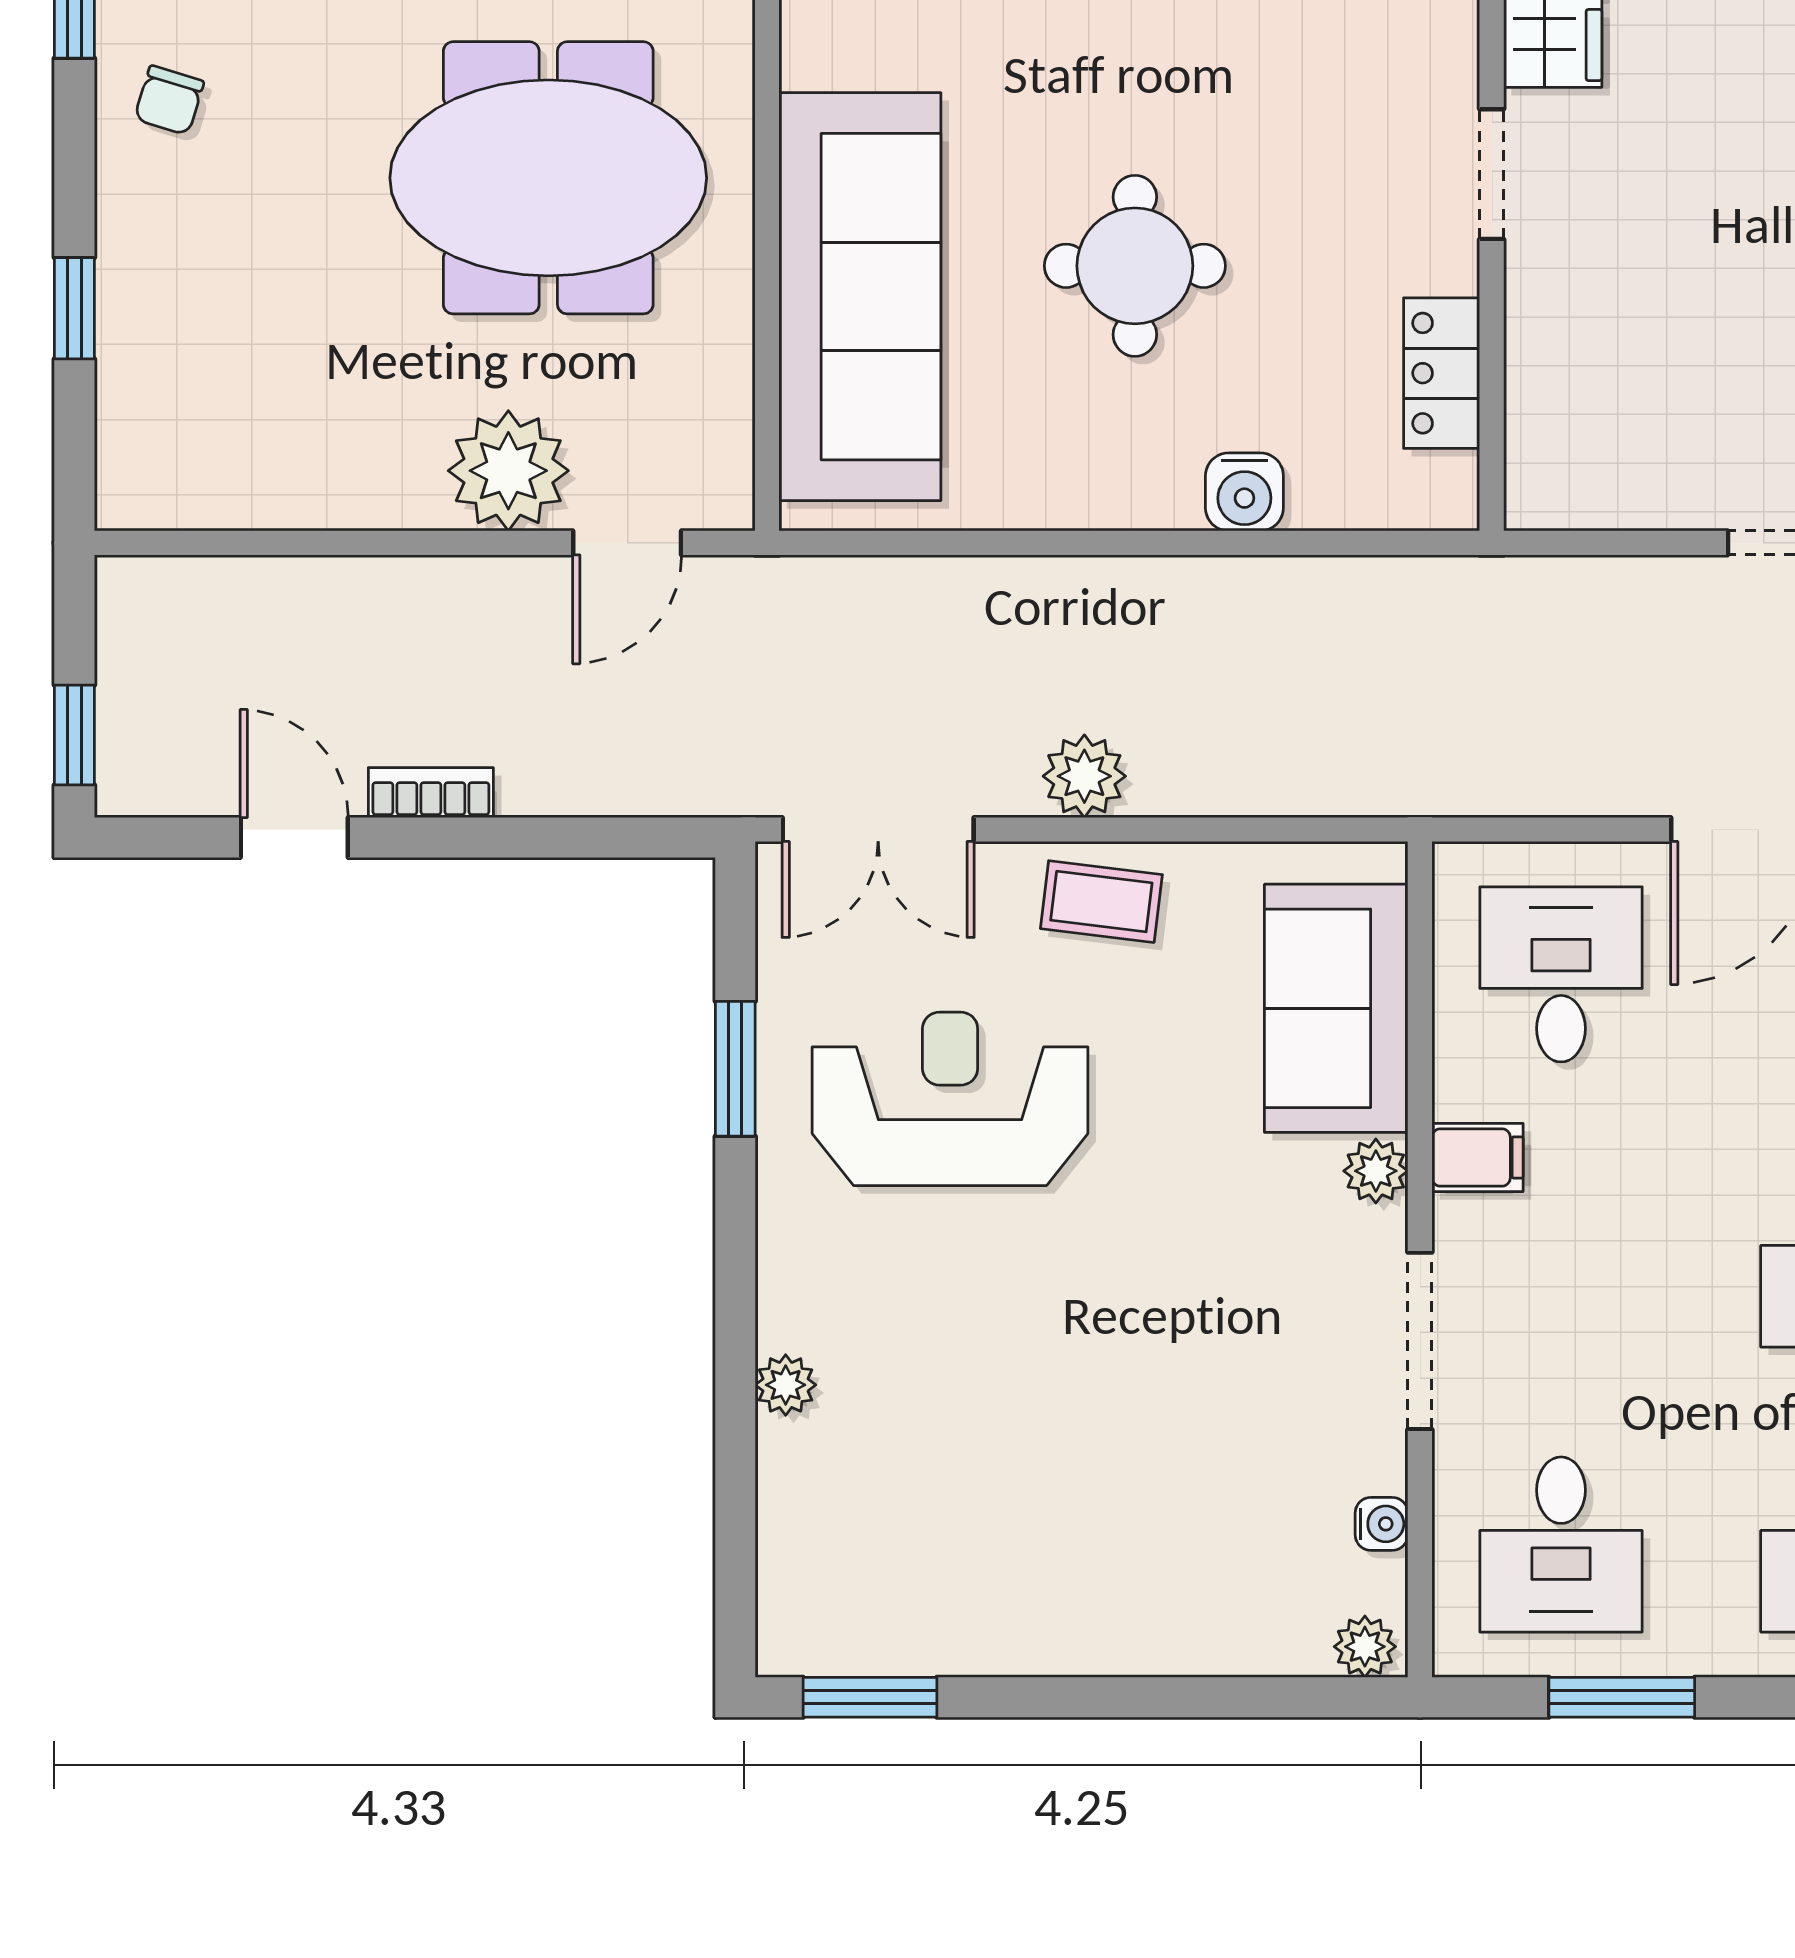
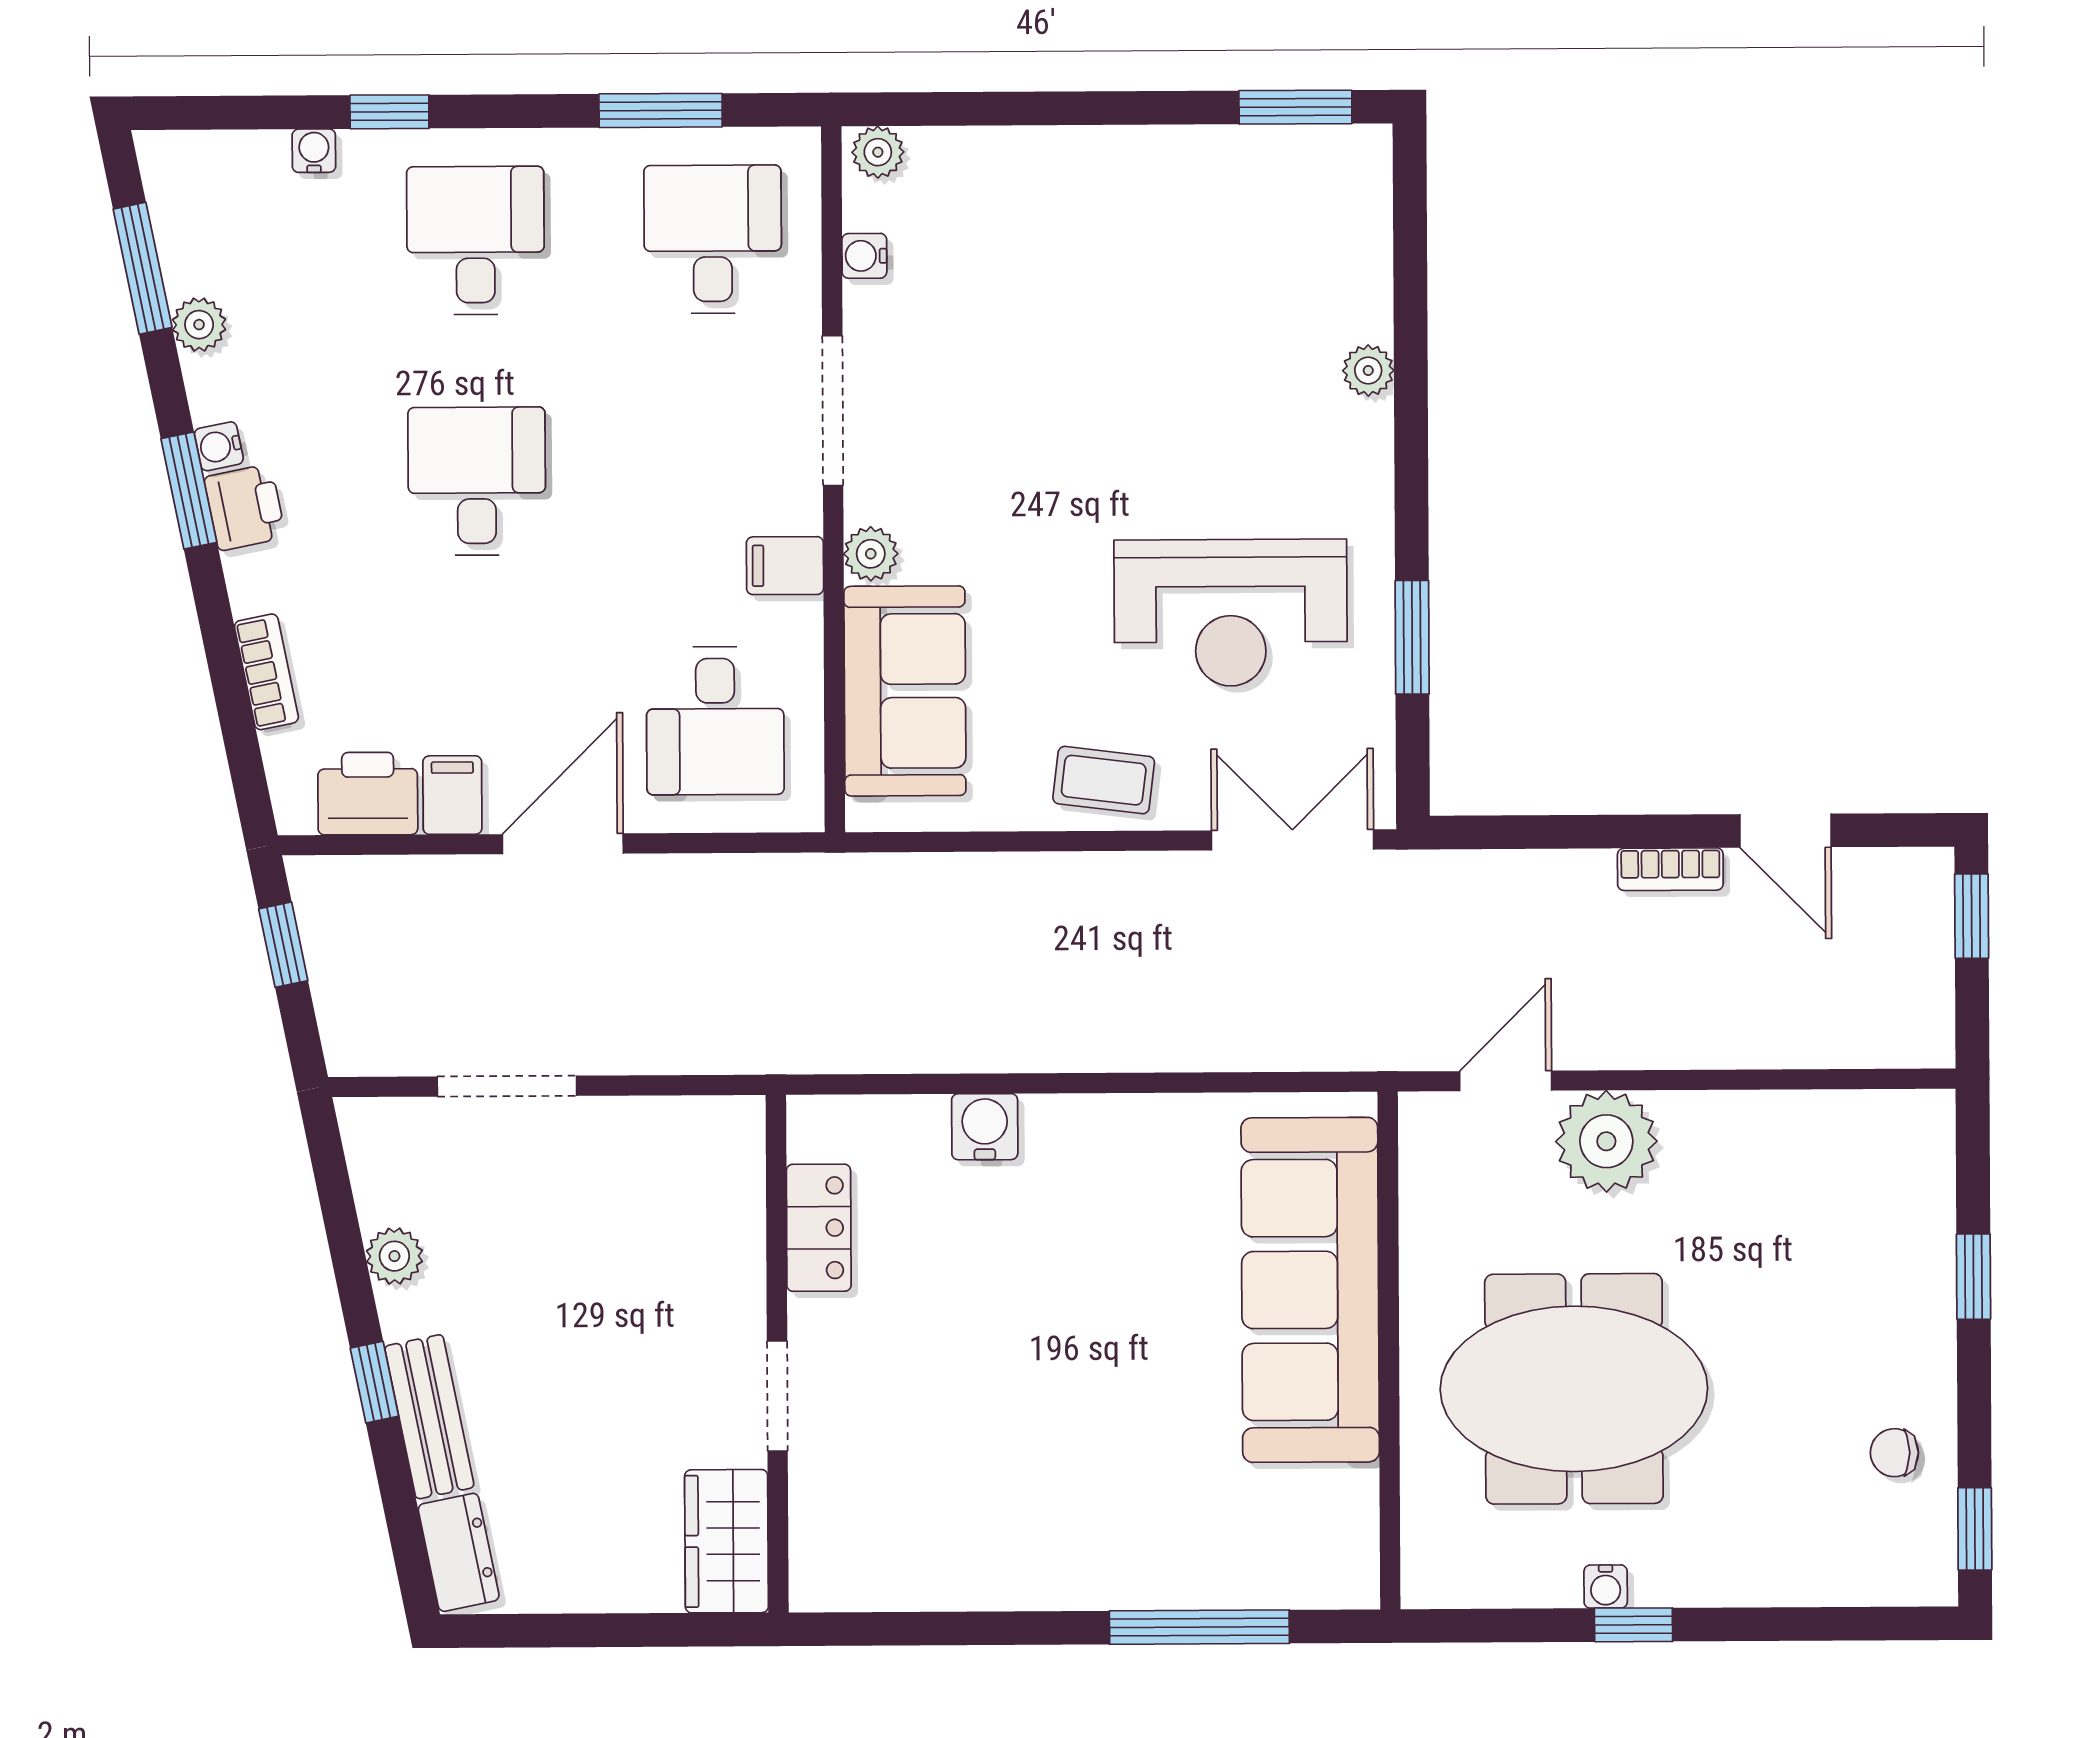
chair: (169, 100) -> (1894, 1453), turned -107
round table: (1135, 266) -> (1078, 1317), removed
plant: (1084, 776) -> (1119, 886), removed

